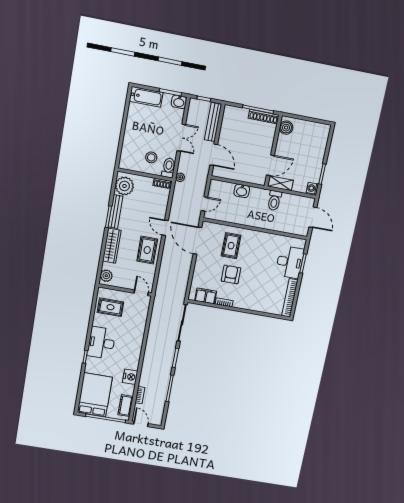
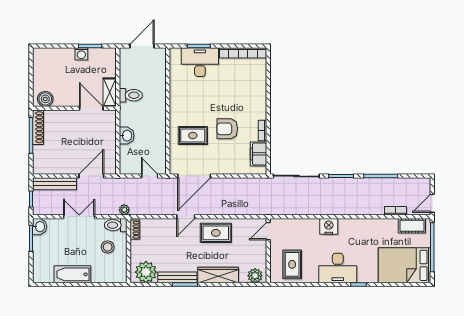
bathtub: (146, 97) -> (72, 274), moved, turned -90
washing machine: (312, 188) -> (81, 54), moved
nightstand: (130, 377) -> (329, 226), moved

